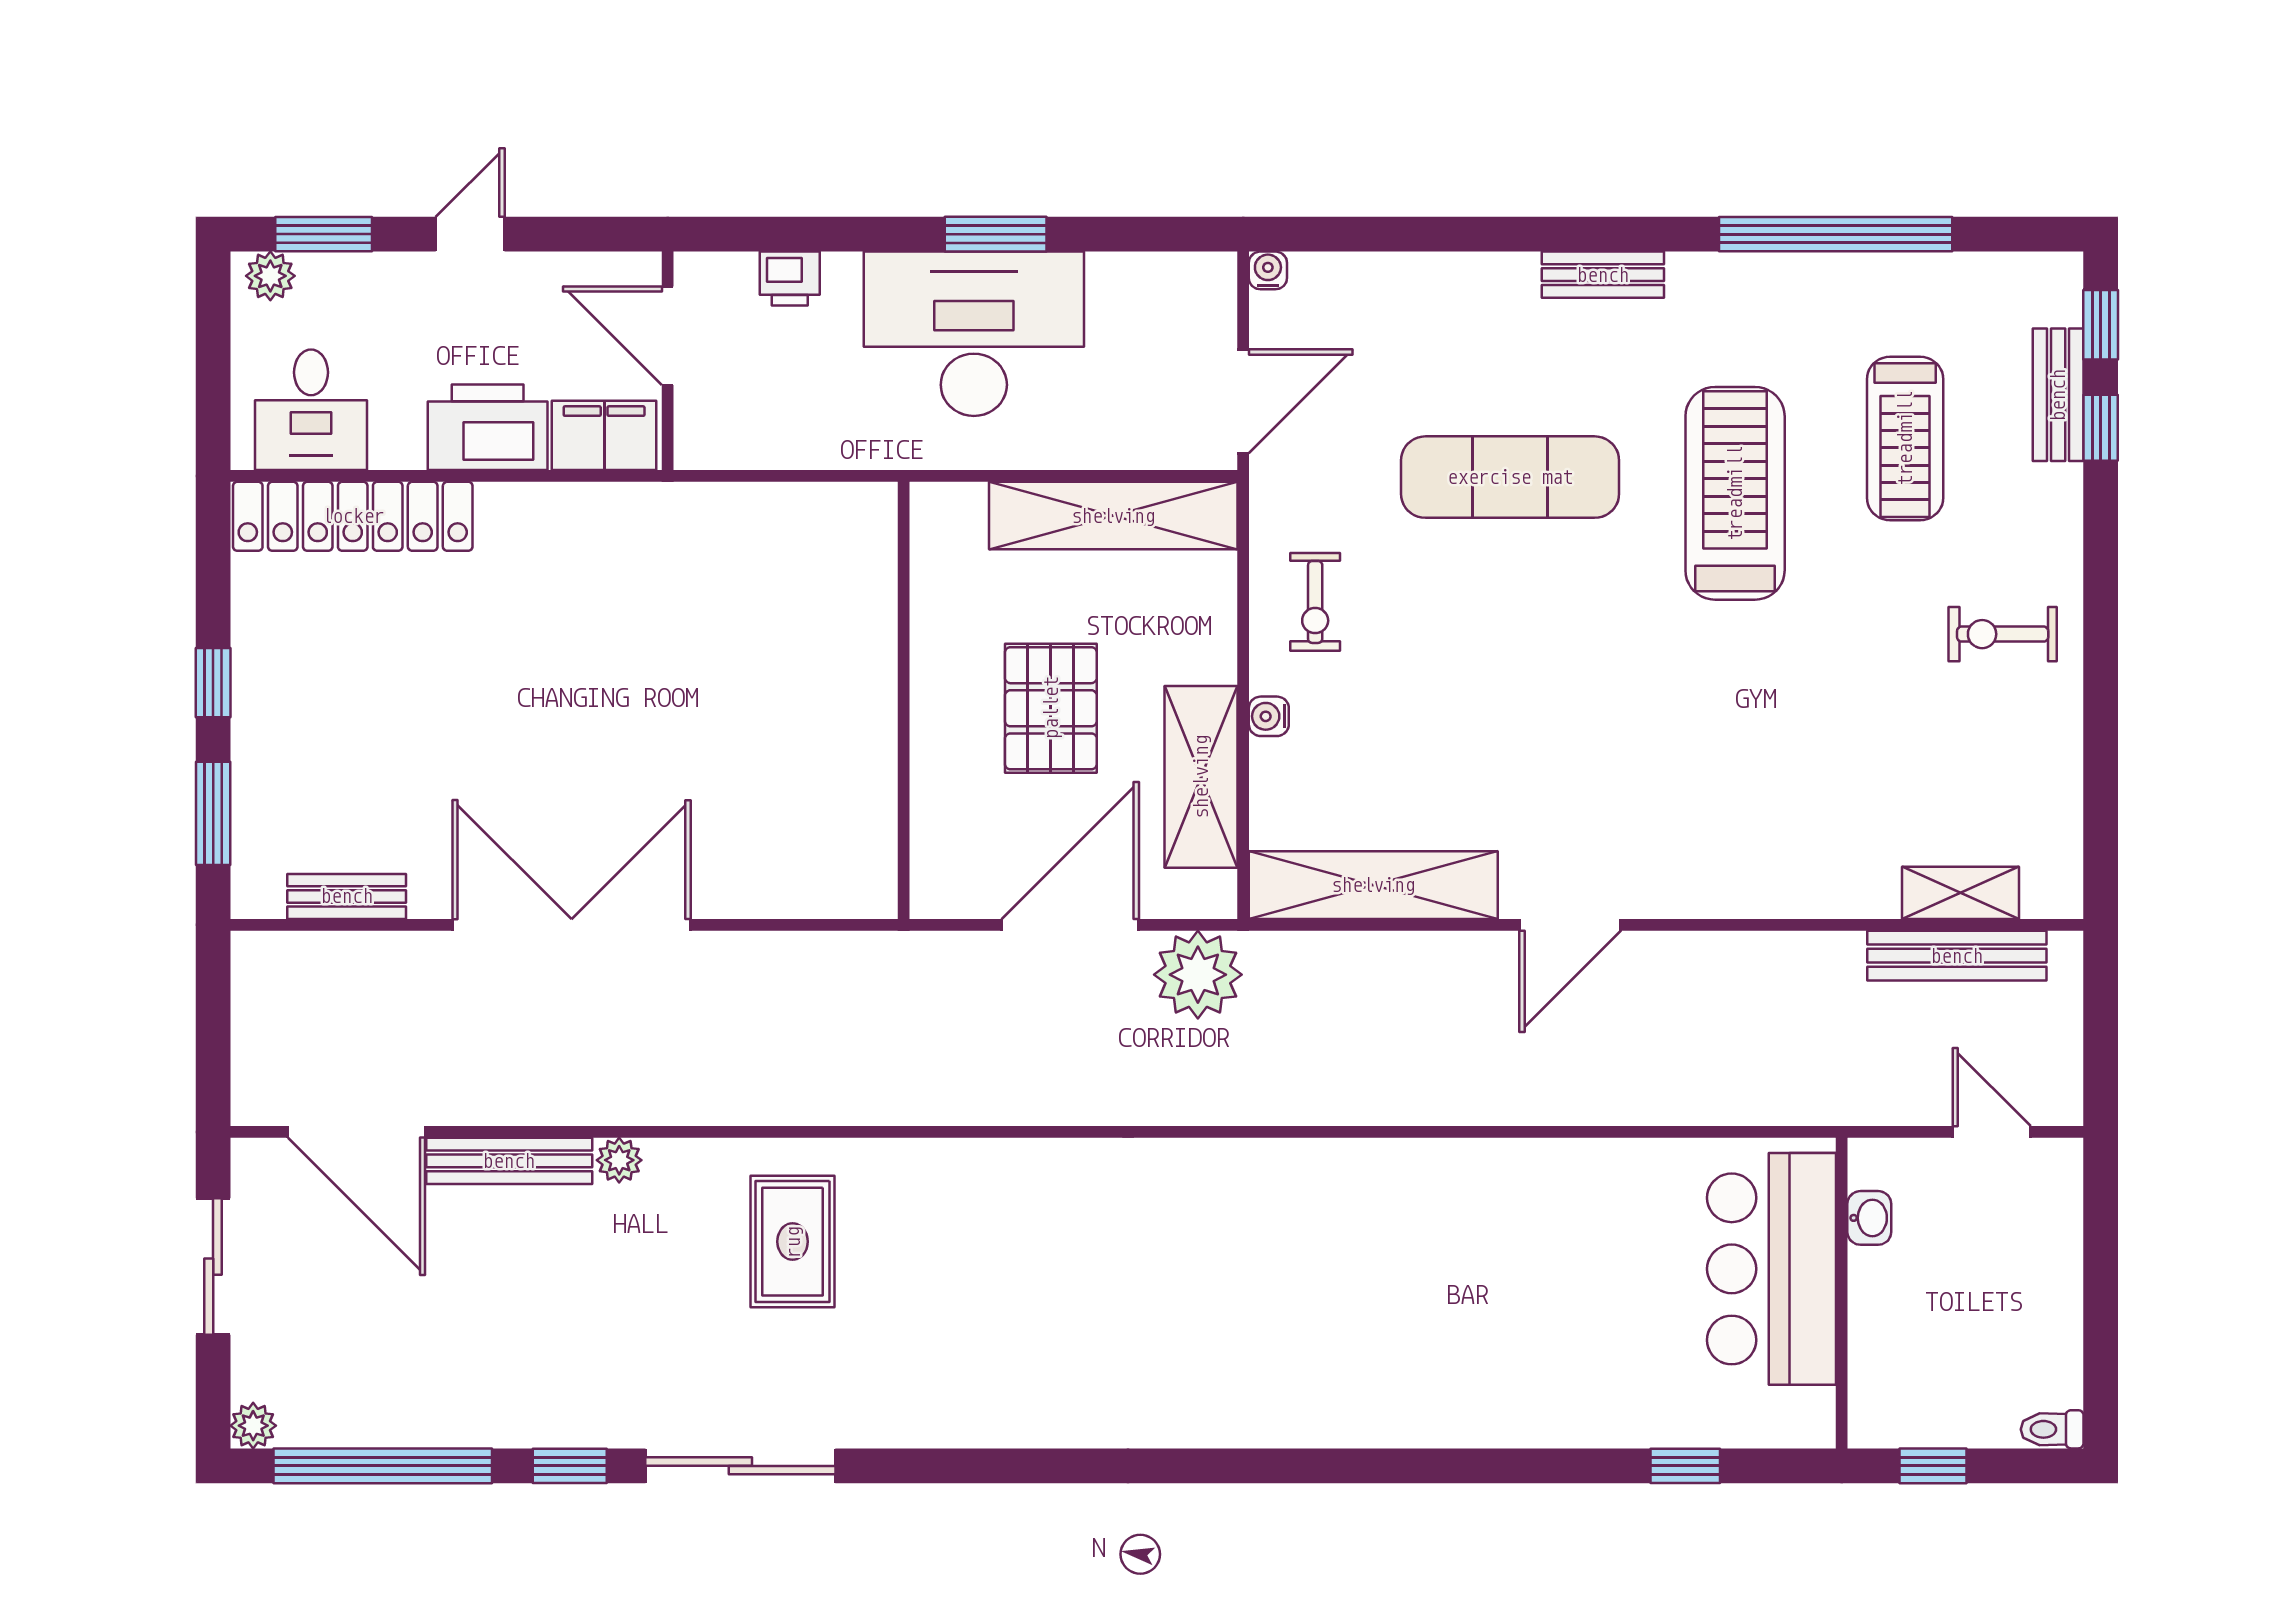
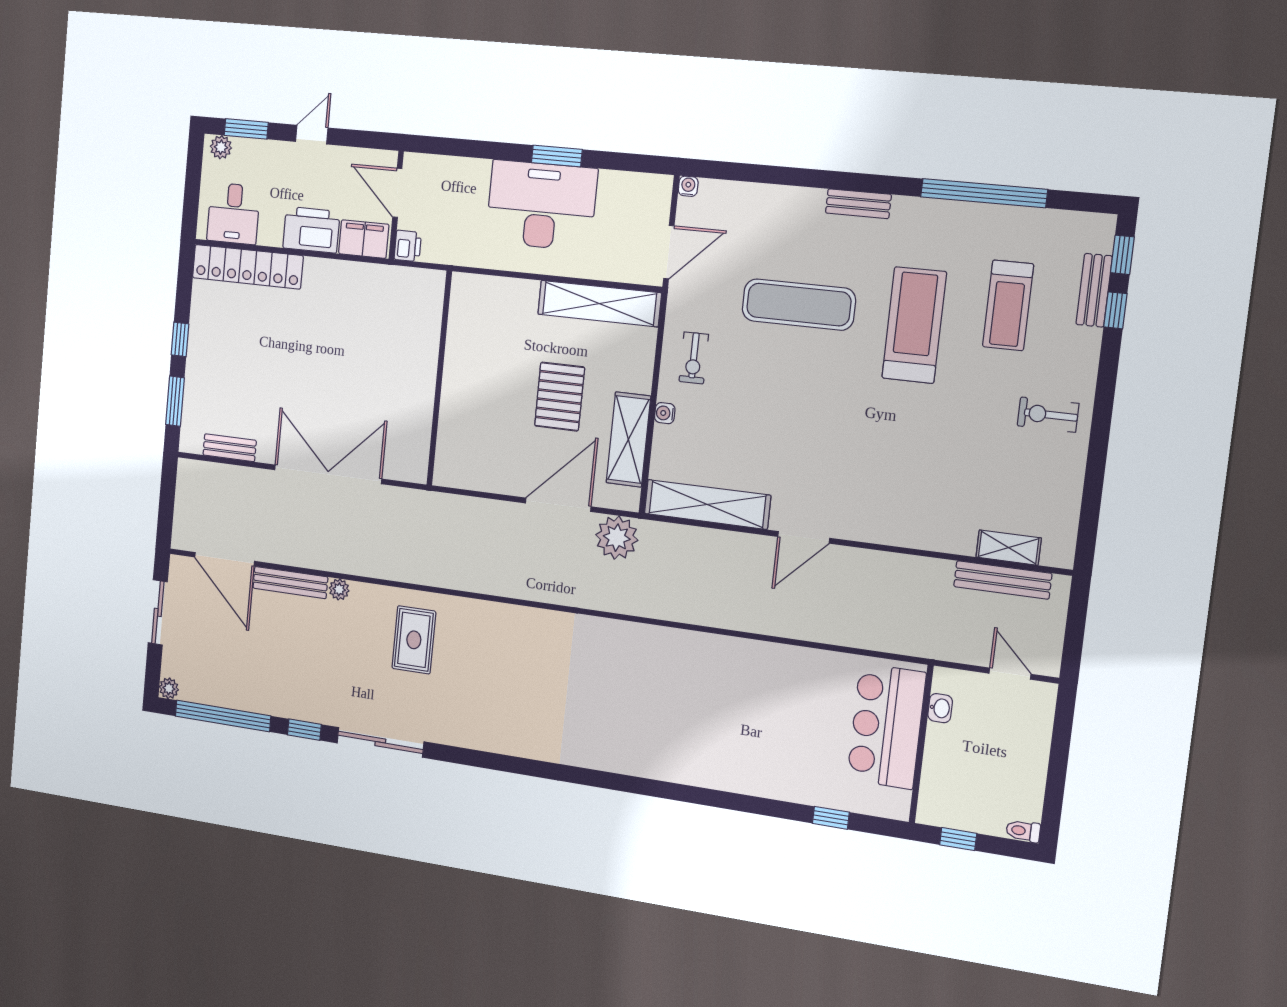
printer: (790, 279) -> (408, 246), moved, turned -90
wall: (904, 700) -> (439, 378), moved

